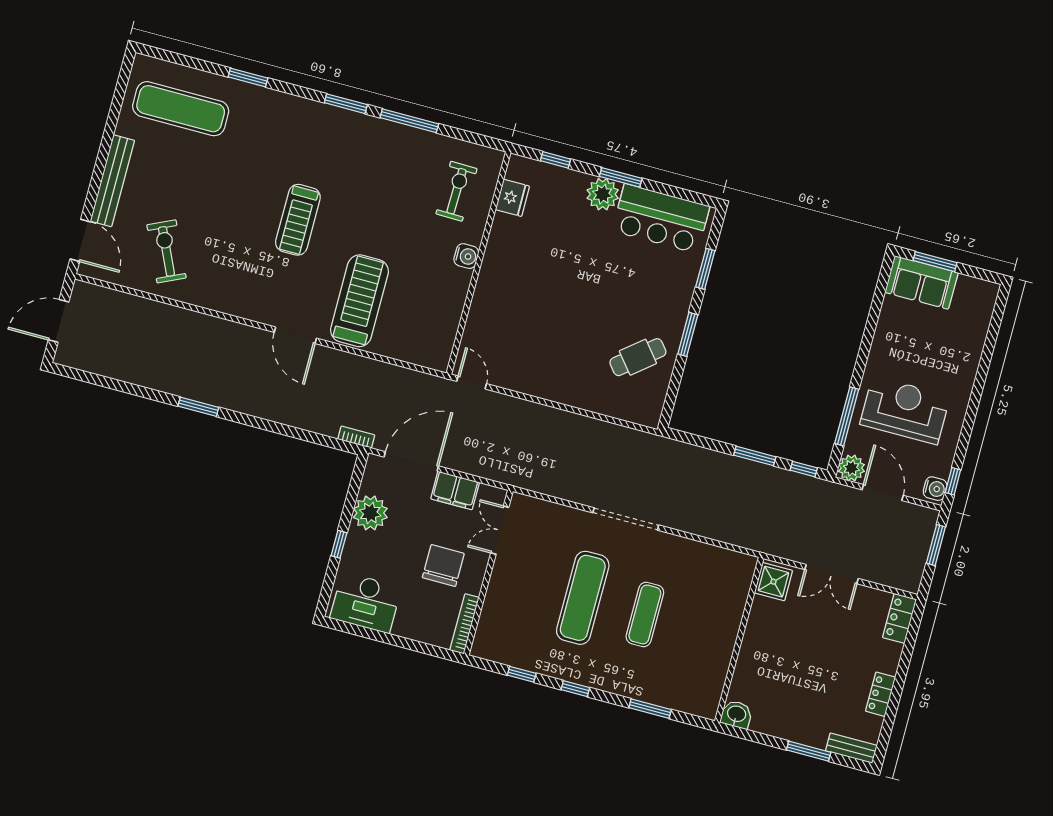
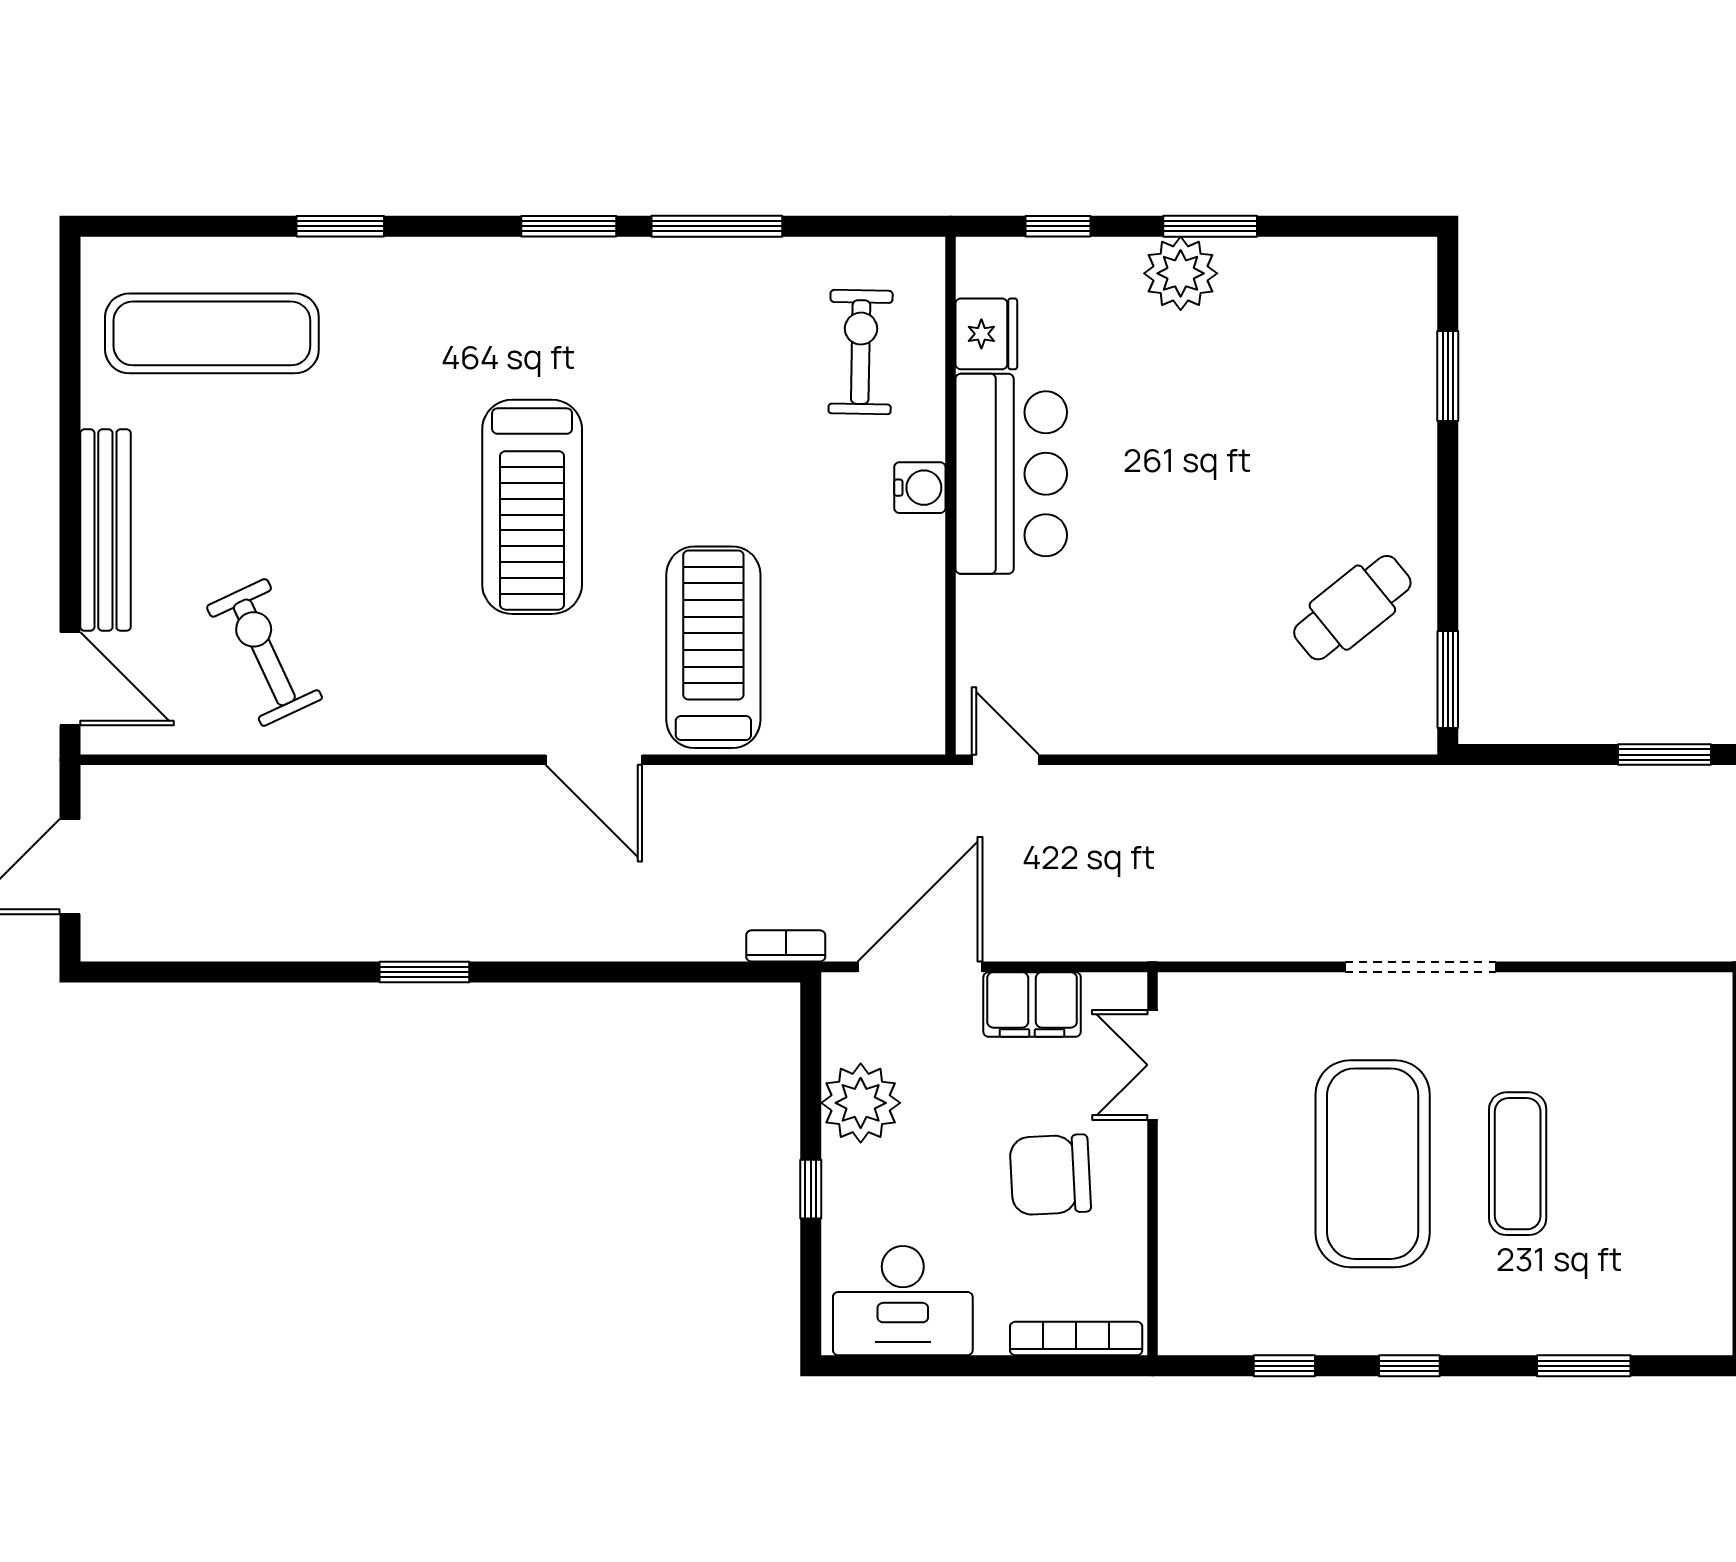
bar counter: (661, 218) -> (1011, 474), moved, turned -90
treadmill: (298, 220) -> (532, 507), width x1.37, depth x1.38
window: (688, 334) -> (1448, 679), moved
chair: (443, 566) -> (1050, 1175), turned -93
exercise mat: (583, 598) -> (1373, 1164), width x1.47
bookcase: (464, 624) -> (1076, 1338), moved, turned 90

